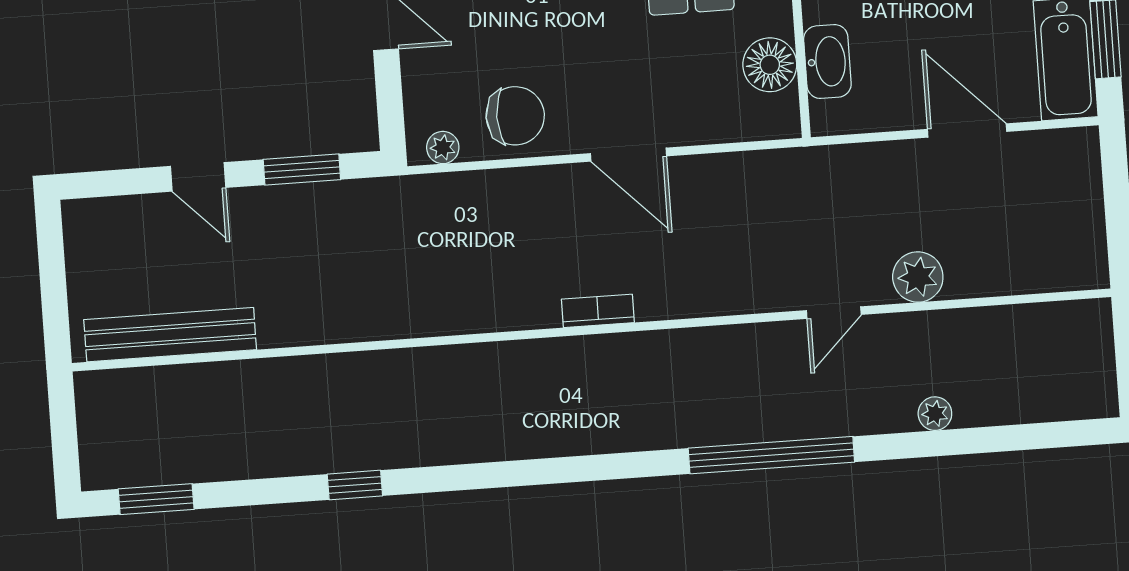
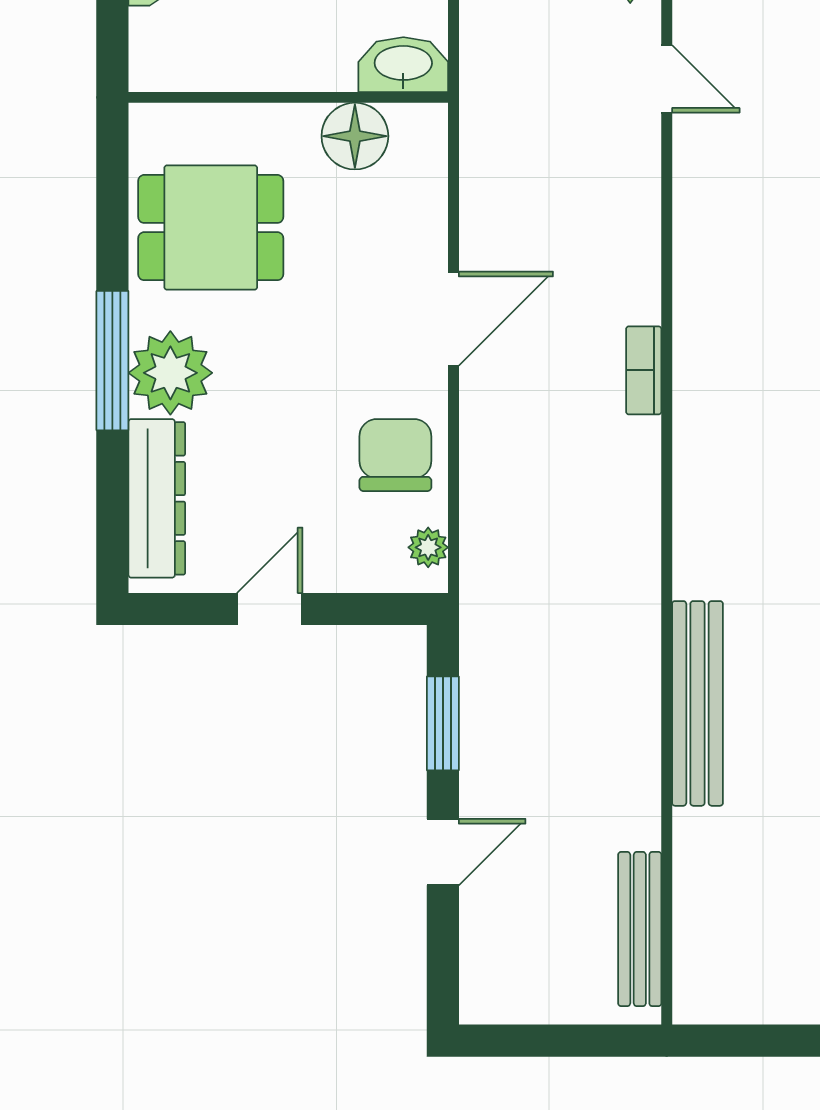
washbasin: (827, 62) -> (403, 65), moved
bench: (170, 335) -> (640, 929), width x0.73, depth x0.82
bench: (333, 373) -> (697, 703), added

